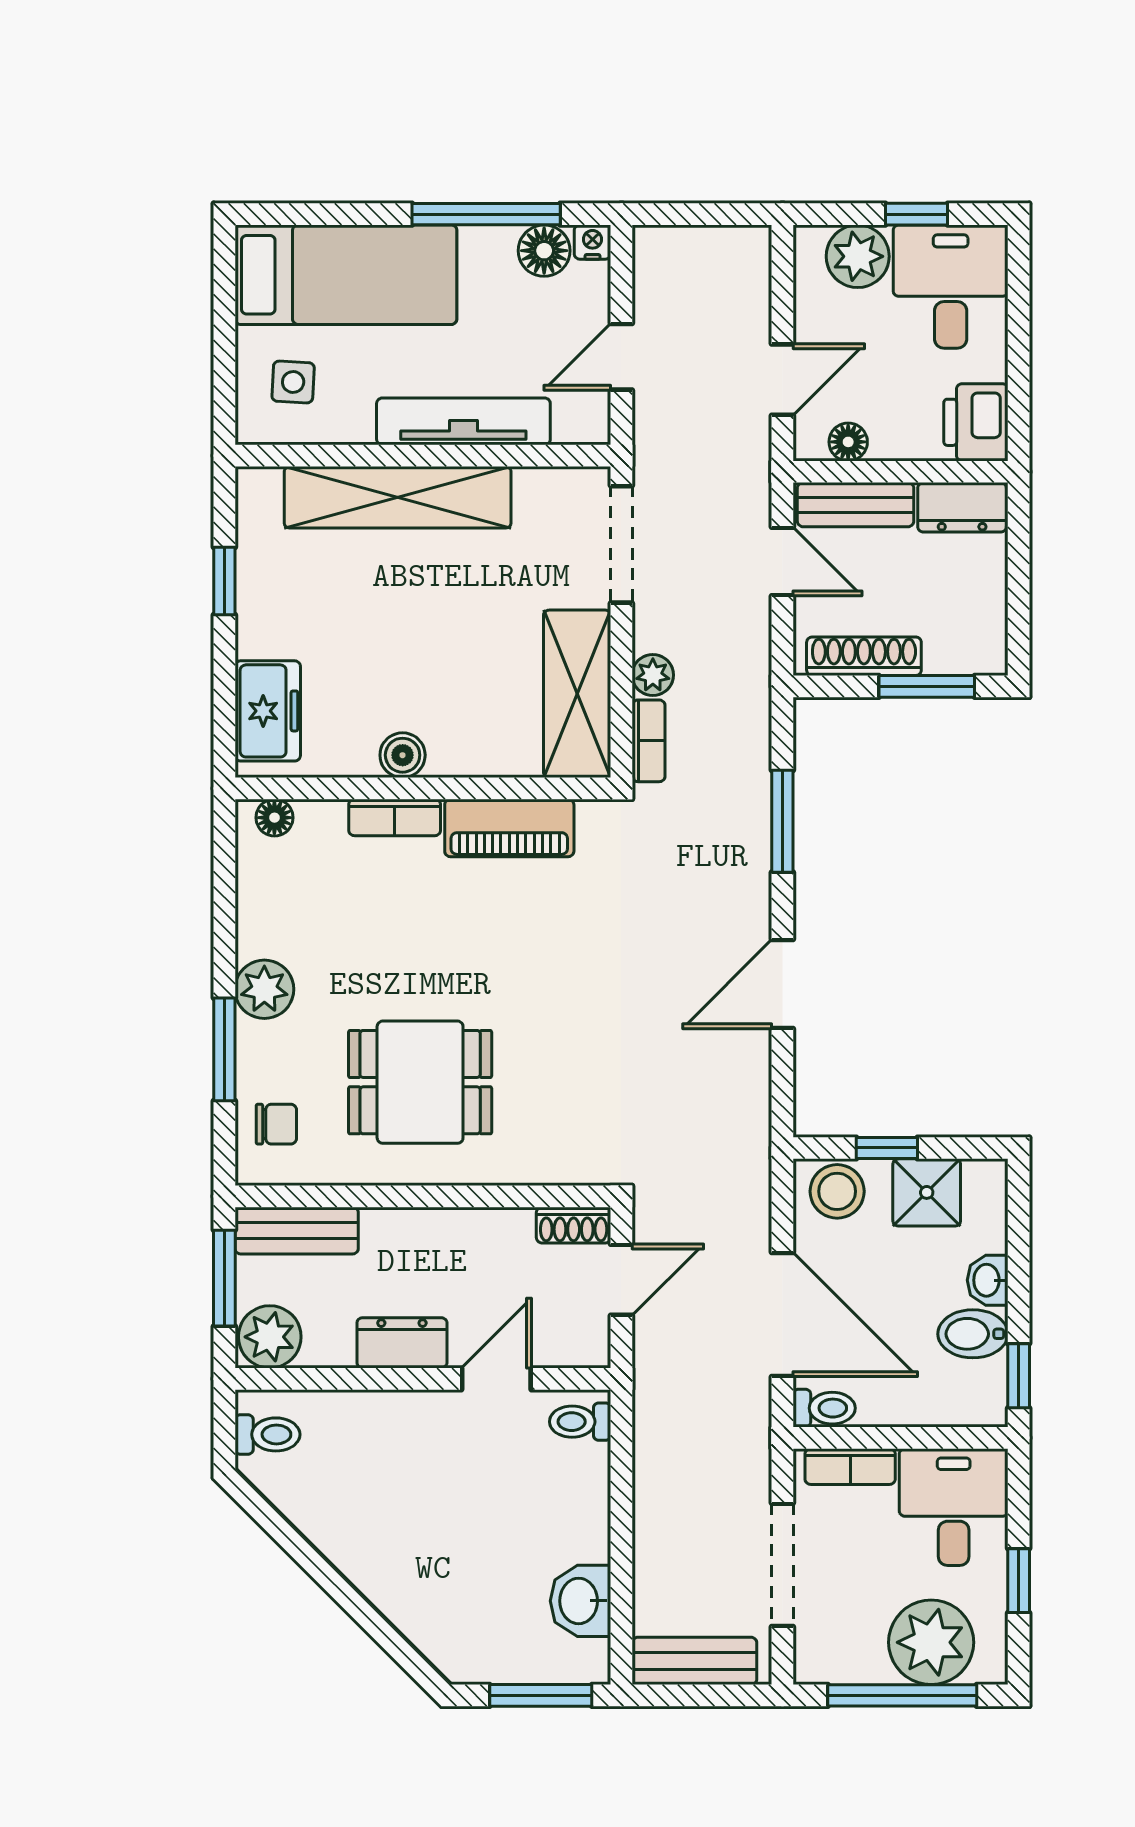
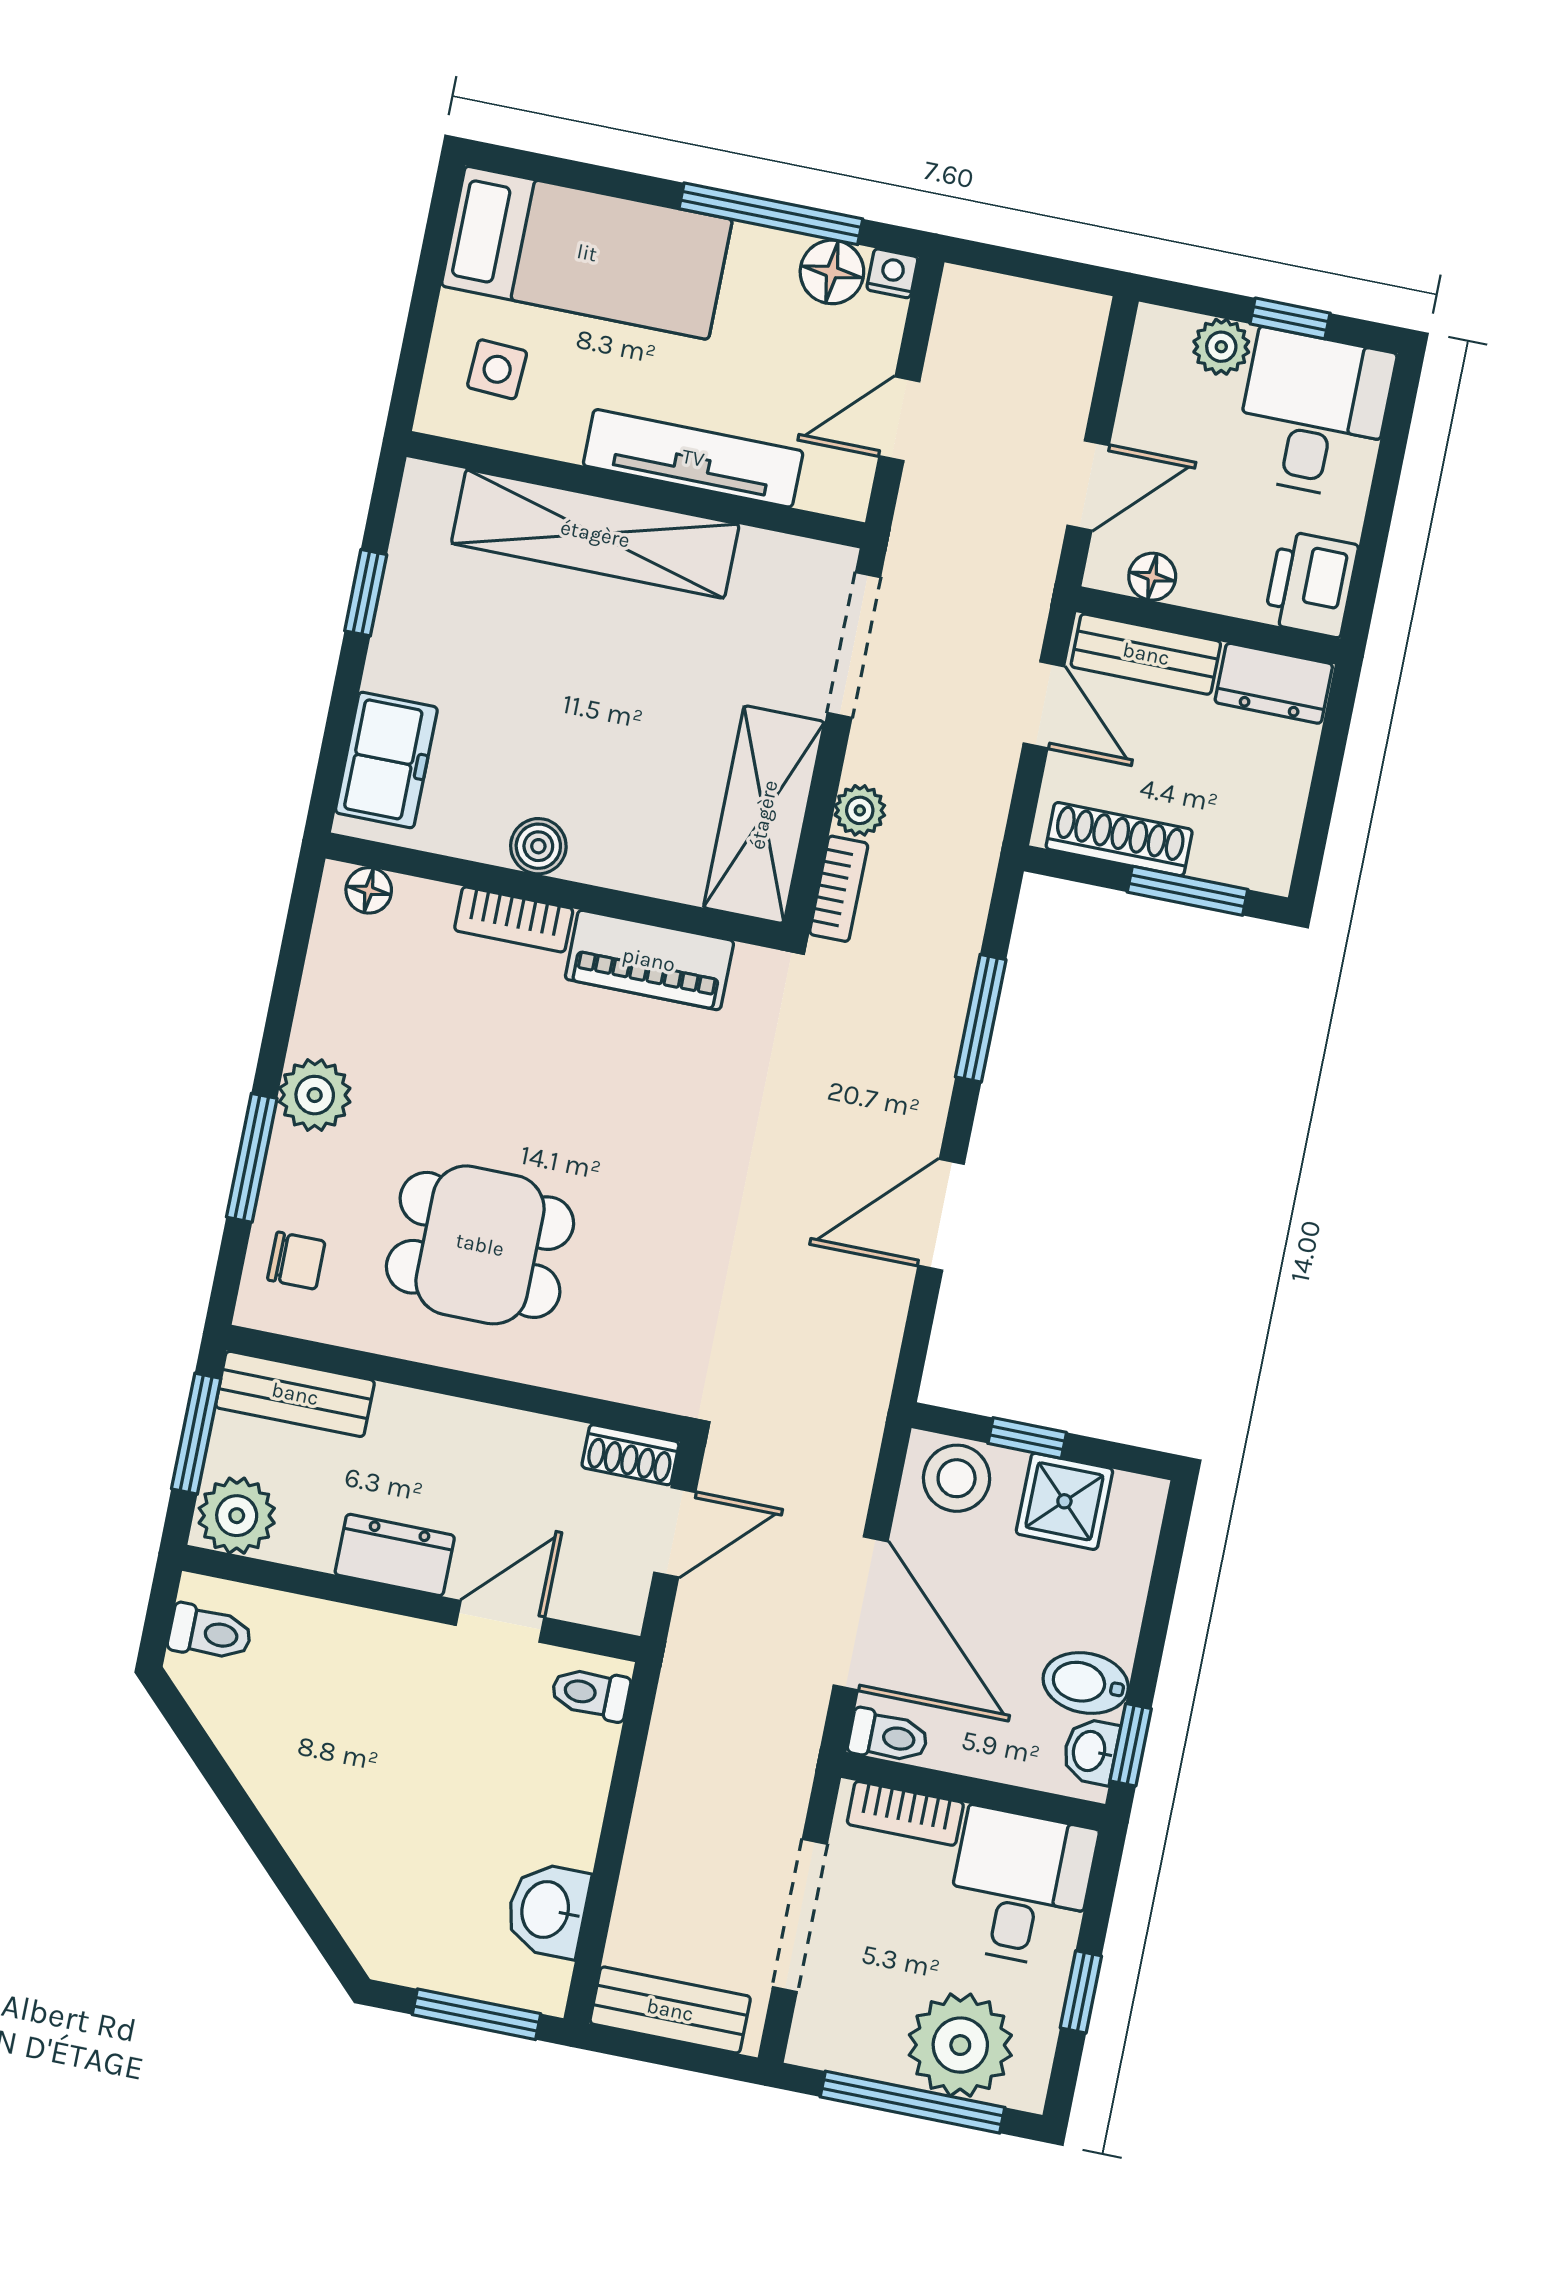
plant: (858, 256) -> (1221, 347), width x0.73, depth x0.73
washbasin: (988, 1280) -> (1090, 1751), moved

